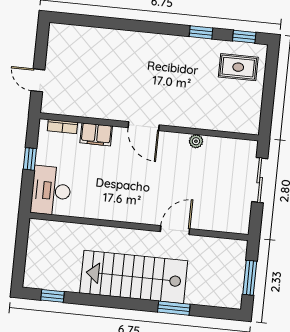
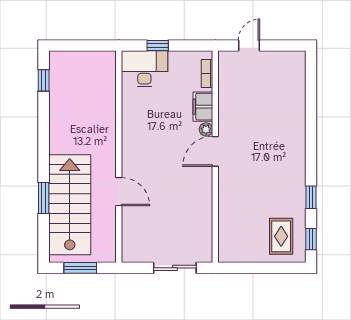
plant: (196, 141) -> (206, 129), moved
window: (30, 159) -> (158, 45), moved
stairs: (134, 277) -> (70, 205), moved

